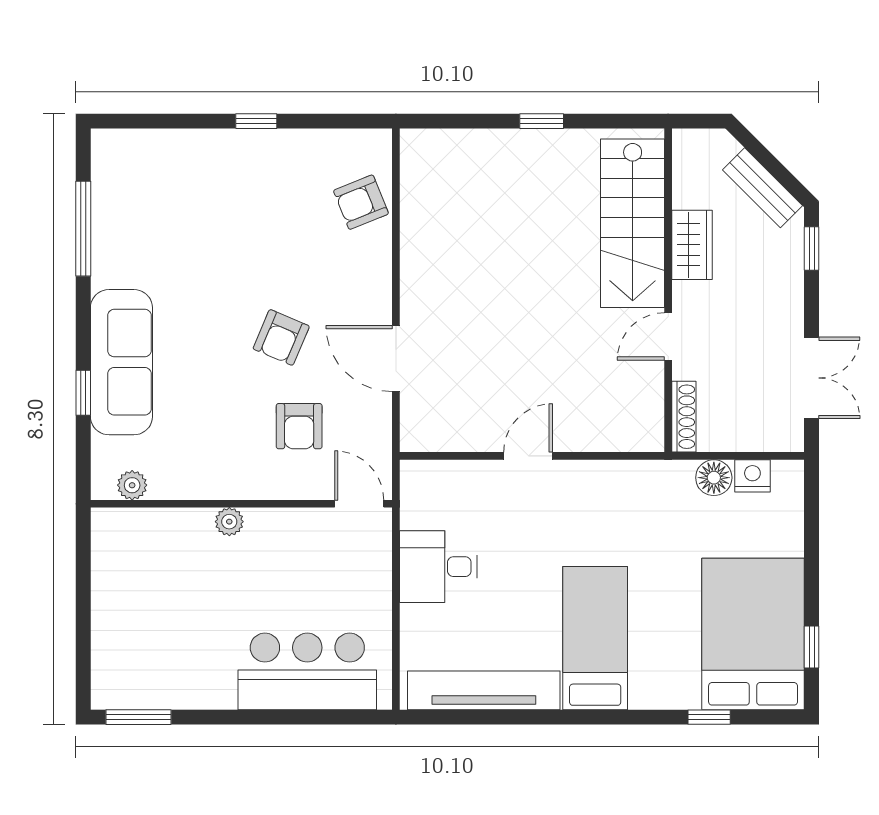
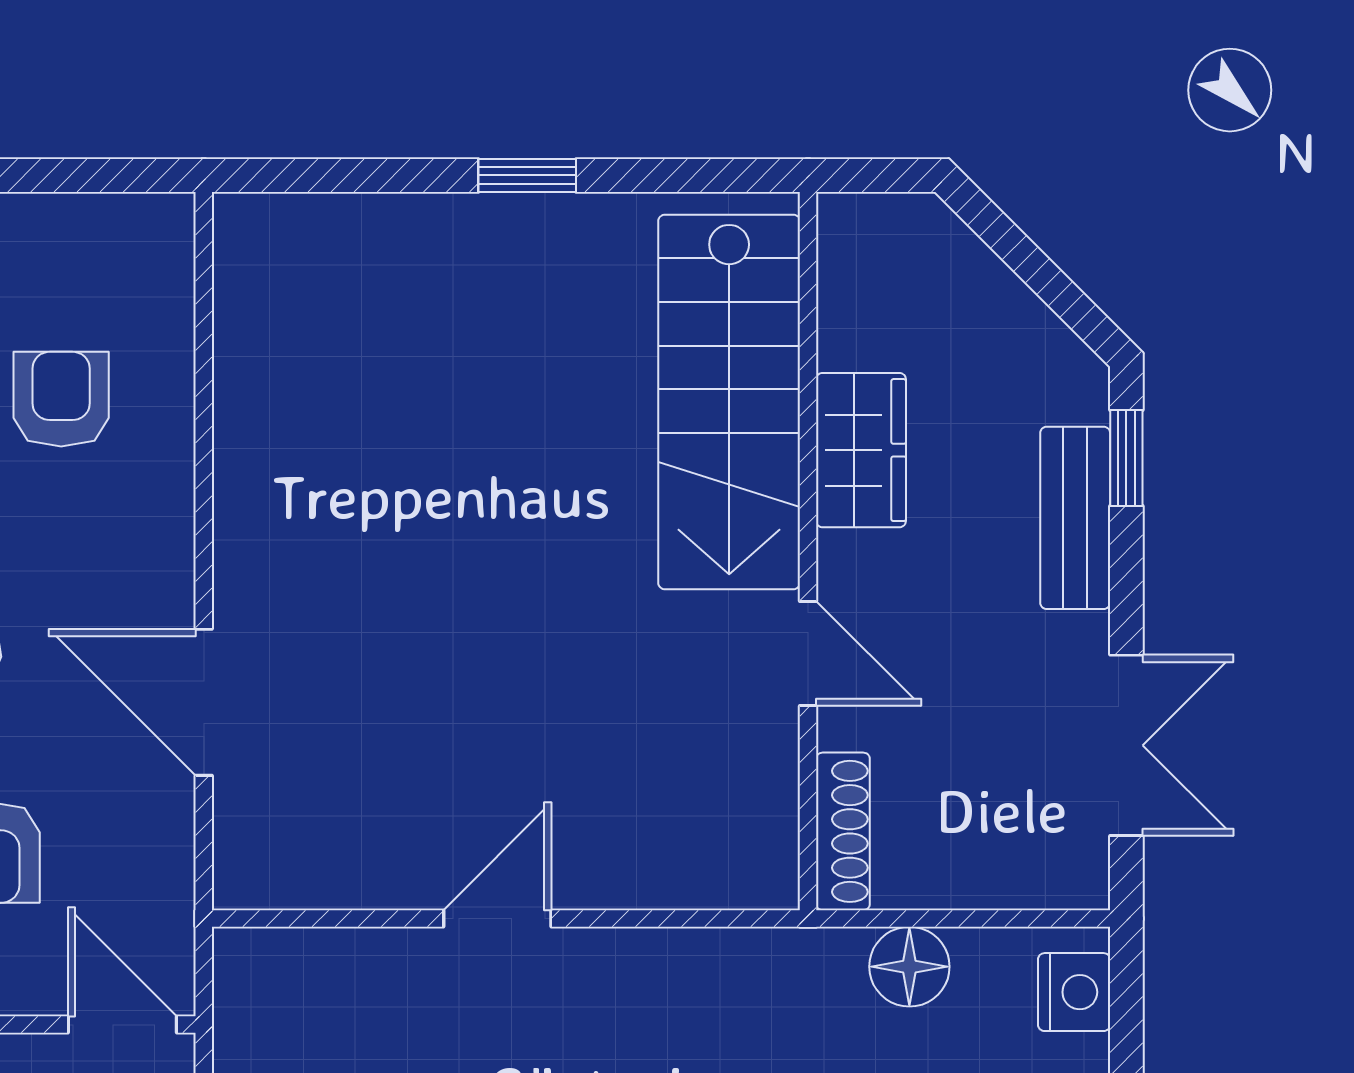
bench: (762, 188) -> (1075, 518), moved, turned 45
armchair: (361, 202) -> (61, 399), moved, turned 112
door: (668, 337) -> (808, 653), swing flipped
nightstand: (752, 476) -> (1074, 992), moved, turned 90

